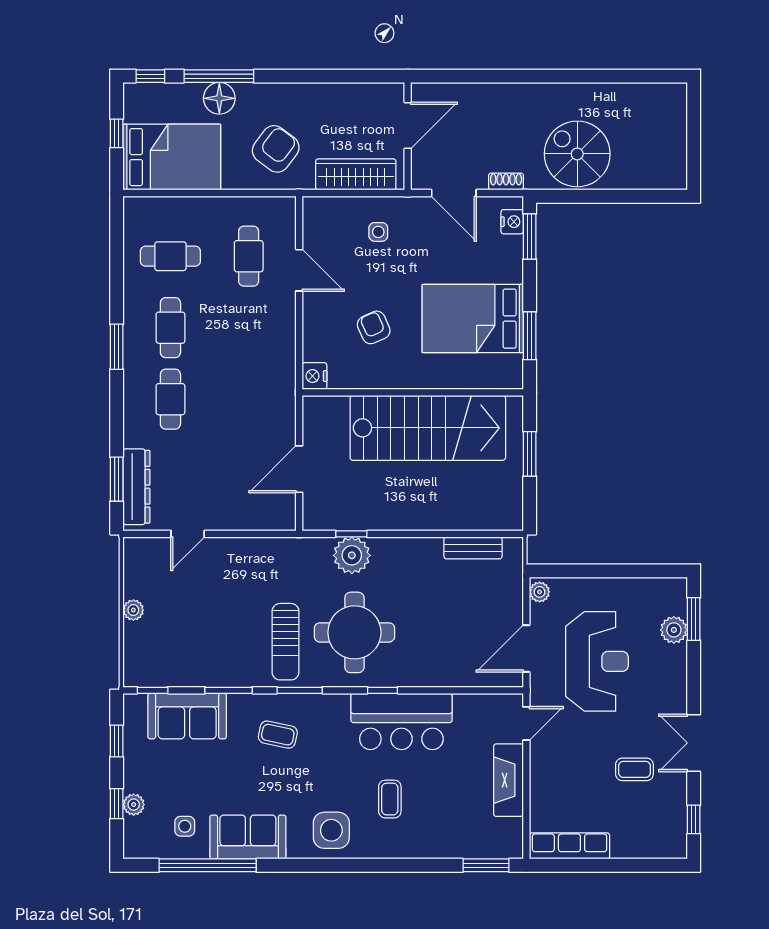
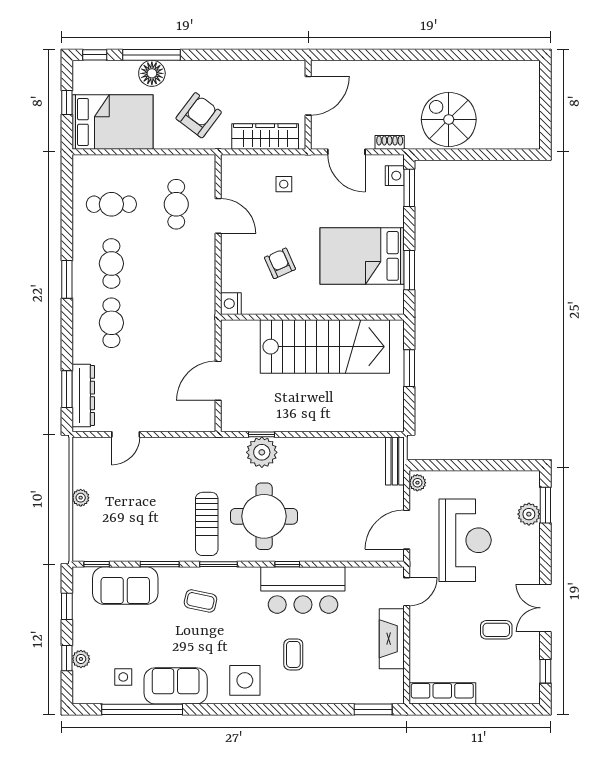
bench: (473, 548) -> (395, 461), moved, turned 90

